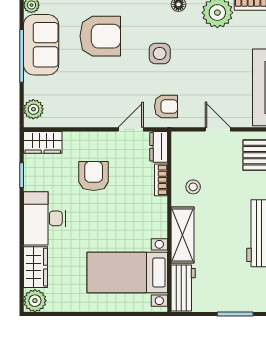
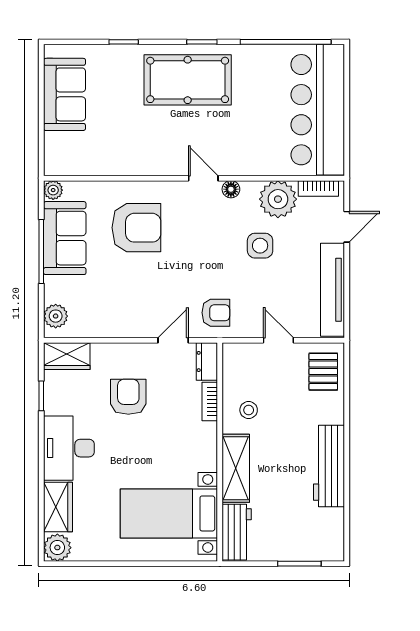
side table: (160, 53) -> (260, 246), moved

